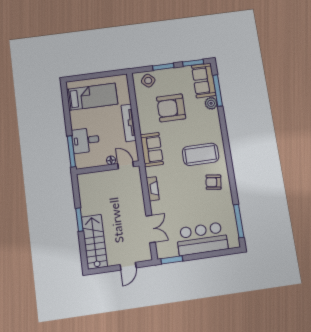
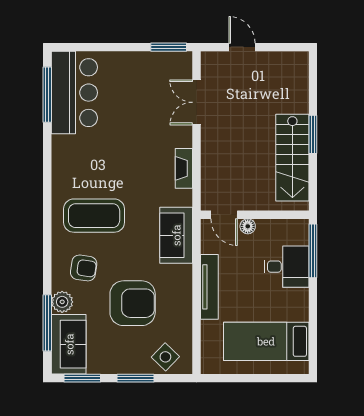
armchair: (213, 182) -> (84, 268), moved
bar counter: (202, 239) -> (74, 93), moved, turned -90
stairs: (94, 242) -> (292, 158), moved
door: (128, 266) -> (242, 47), hinge flipped

